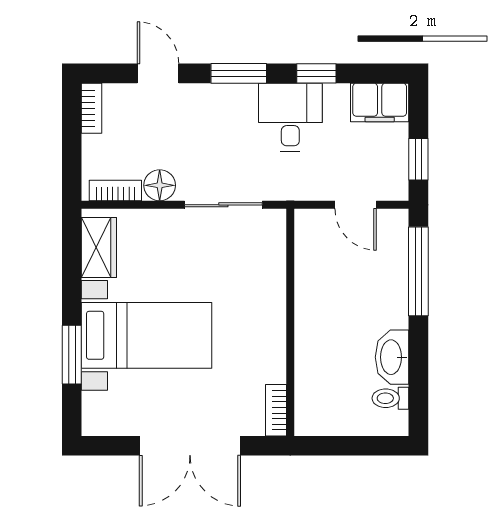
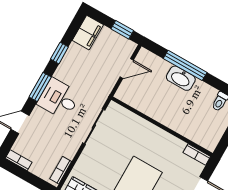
desk: (290, 117) -> (59, 99), moved
floor lamp: (160, 185) -> (69, 150), removed
window: (418, 271) -> (185, 65), moved
washbasin: (392, 357) -> (181, 78), moved

